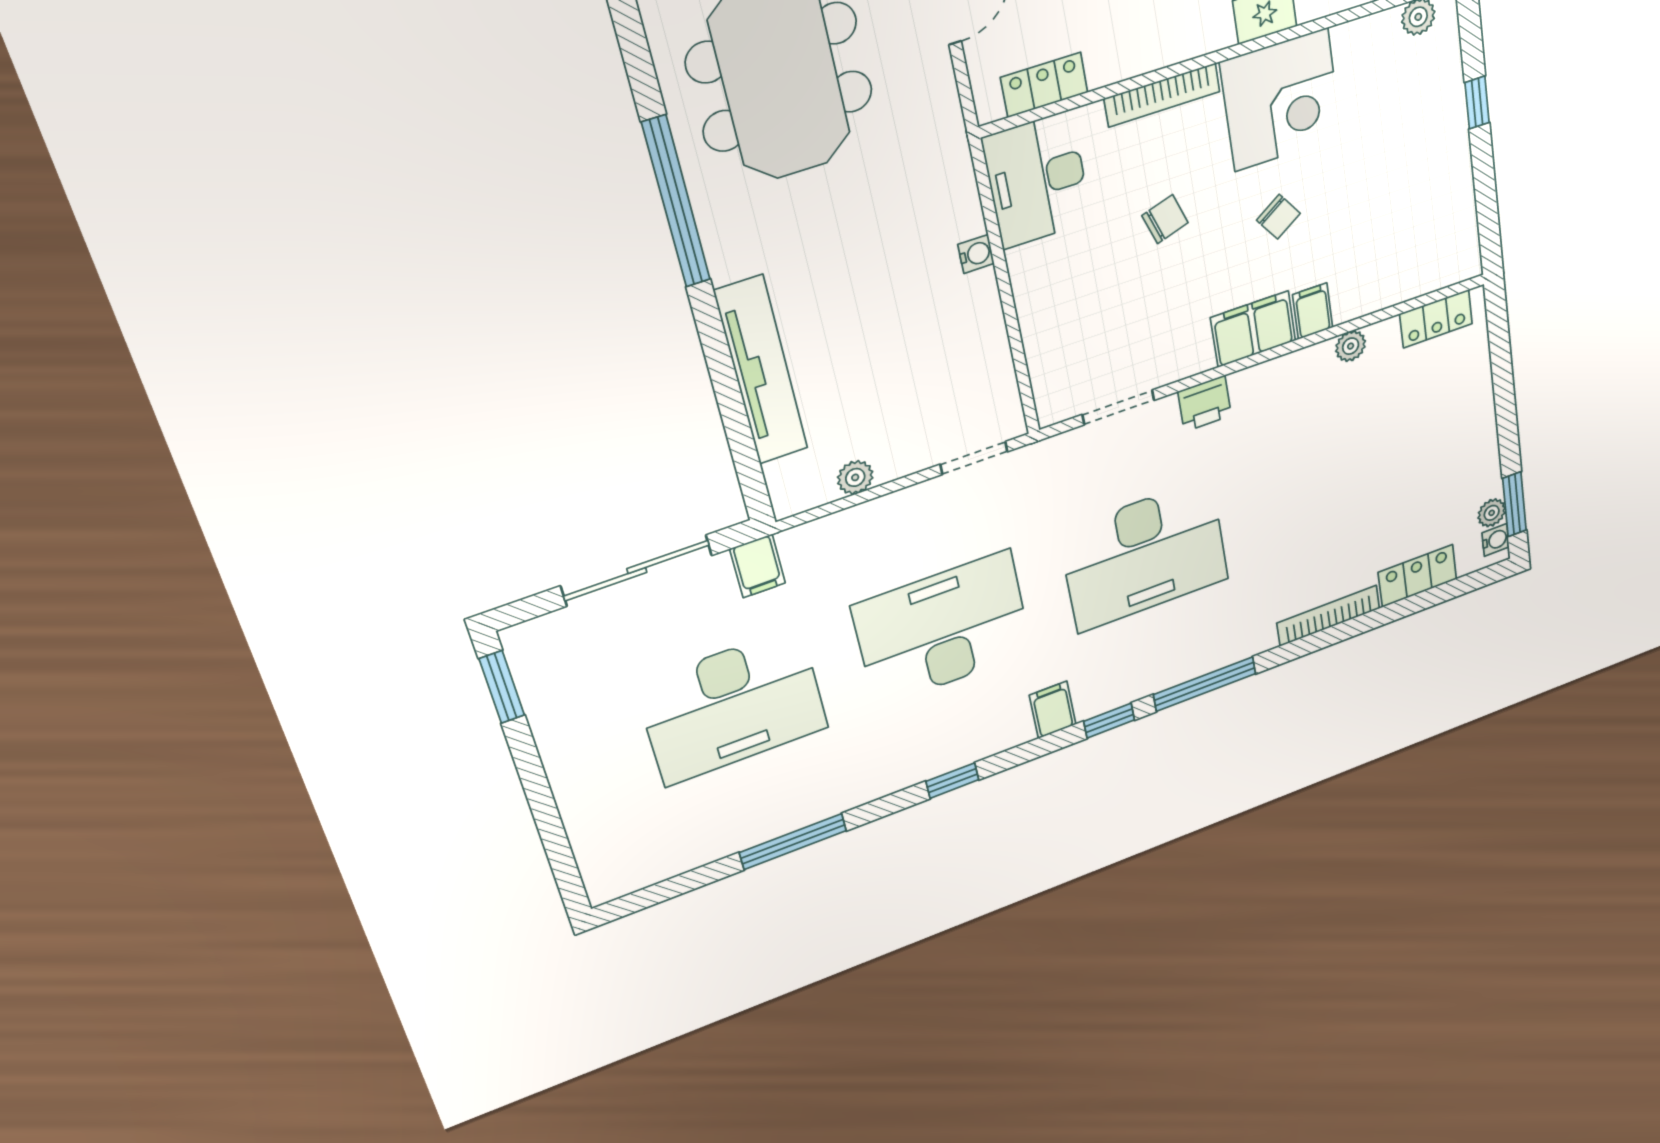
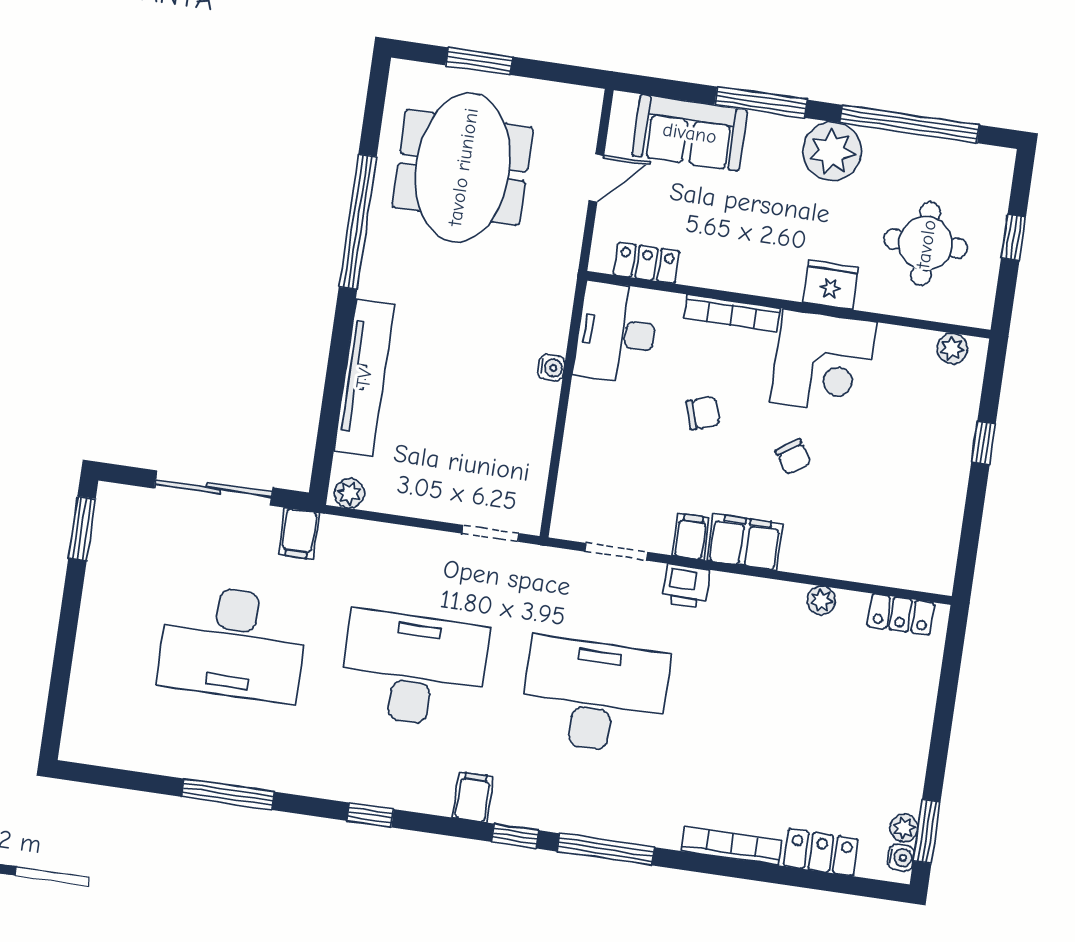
filing cabinet: (1313, 311) -> (691, 537), moved
plant: (855, 477) -> (349, 493), moved
desk: (1144, 555) -> (594, 696), turned 180

